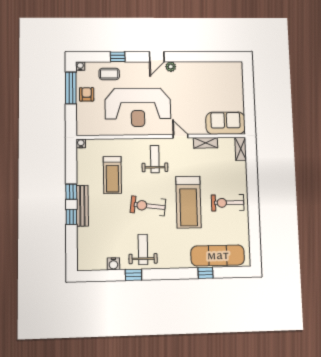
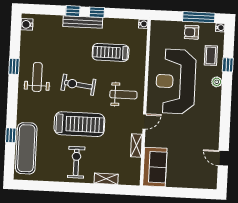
door: (157, 57) -> (223, 158), moved
plant: (171, 67) -> (217, 82), moved
armchair: (87, 94) -> (192, 32), turned 180
shelving: (241, 149) -> (106, 179), moved
treadmill: (188, 202) -> (79, 124), turned 180
exercise bike: (148, 206) -> (78, 85), turned -90
weight bench: (143, 249) -> (37, 77), turned -90
water cooler: (113, 264) -> (27, 24), moved

